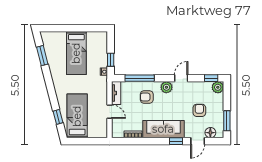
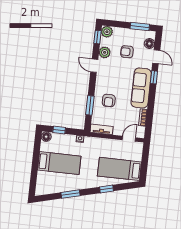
floor lamp: (102, 36) -> (46, 137), added
window: (42, 56) -> (71, 194), moved
window: (111, 60) -> (59, 130), moved
window: (140, 78) -> (90, 105), width x0.69
plant: (166, 87) -> (105, 52), moved
door: (109, 112) -> (129, 139), moved
window: (58, 117) -> (107, 189), moved

